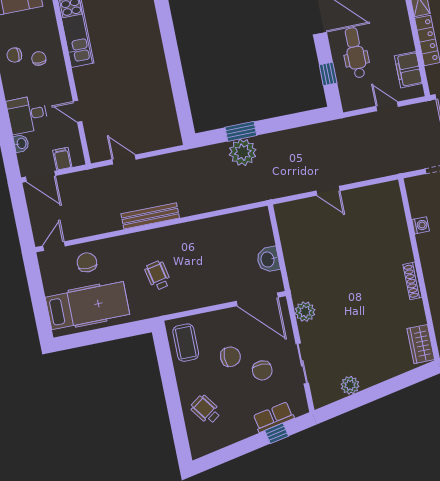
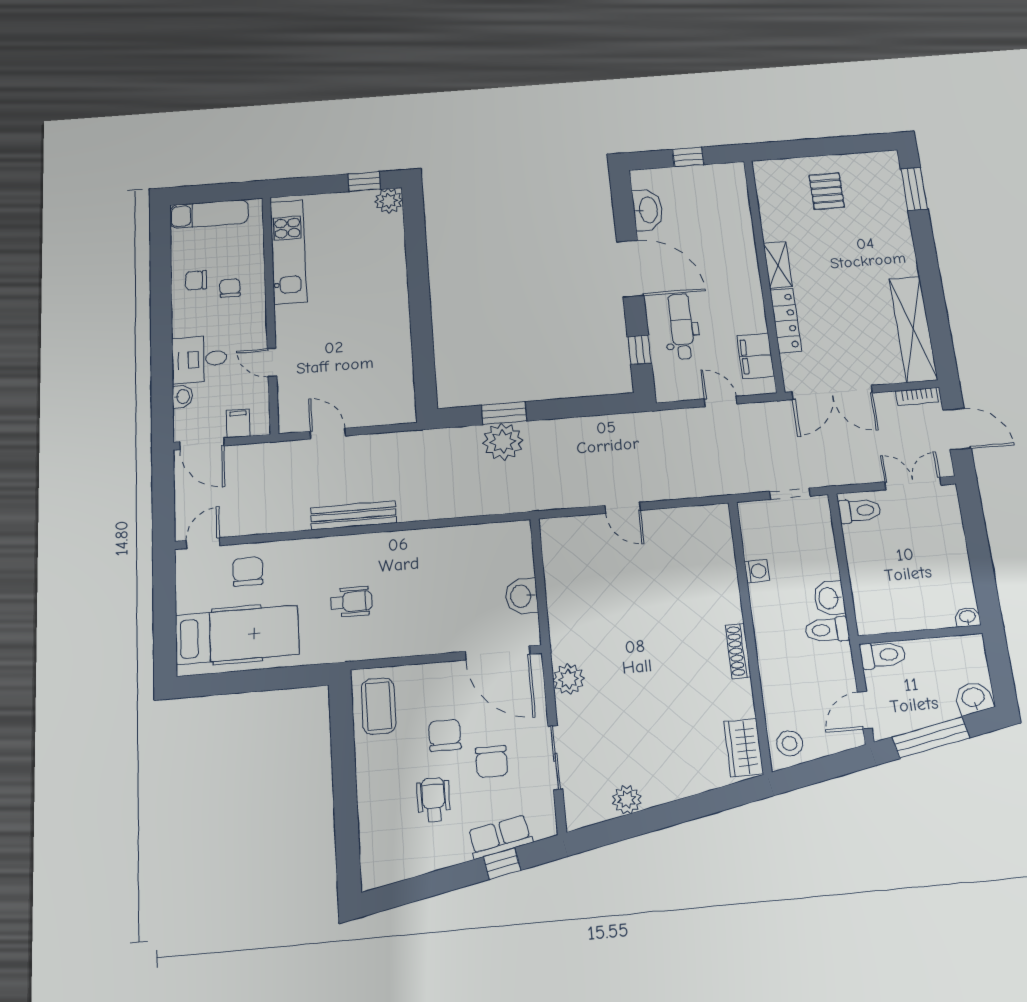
wheelchair: (158, 275) -> (351, 602), turned 102
chair: (230, 357) -> (445, 735), turned -90
wheelchair: (206, 410) -> (434, 800), moved, turned 36

